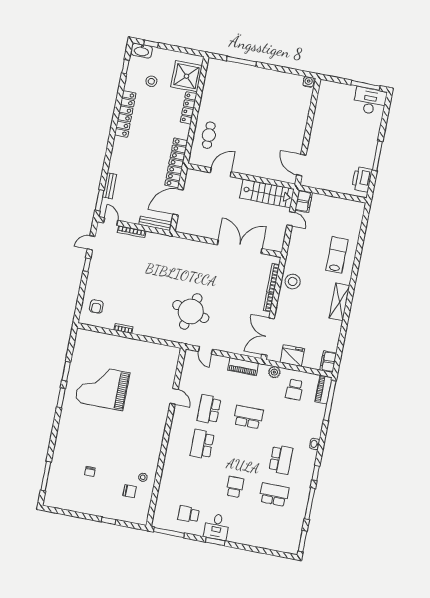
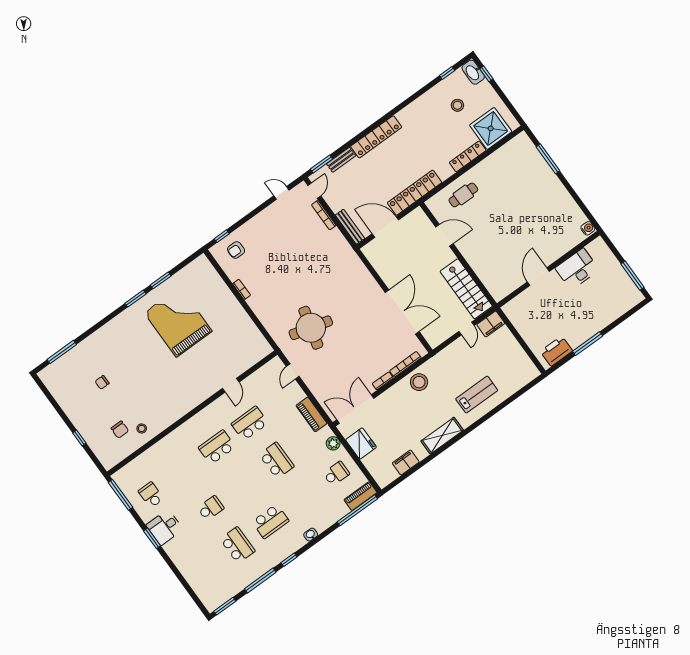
desk: (370, 101) -> (577, 269), moved, turned -90
locker: (125, 114) -> (376, 137), moved
door: (301, 165) -> (538, 277), moved
window: (87, 265) -> (222, 236), moved
filing cabinet: (328, 362) -> (406, 463), moved
school desk: (294, 390) -> (336, 474), turned 180

